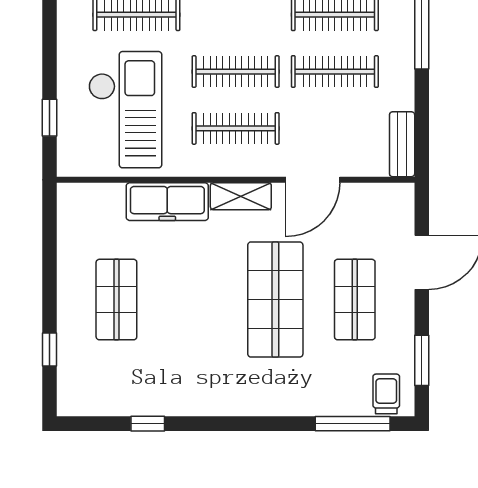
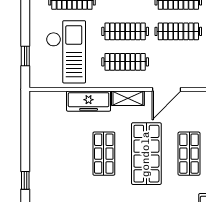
shop shelf: (116, 300) -> (104, 154), moved

